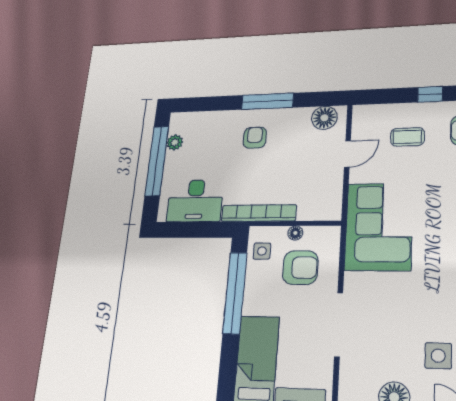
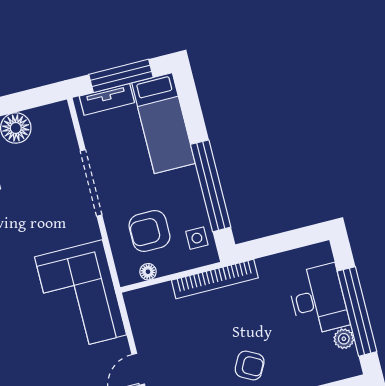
armchair: (255, 138) -> (250, 365), turned -62
desk: (195, 201) -> (318, 300), moved, turned 90
floor lamp: (295, 233) -> (148, 272), moved

